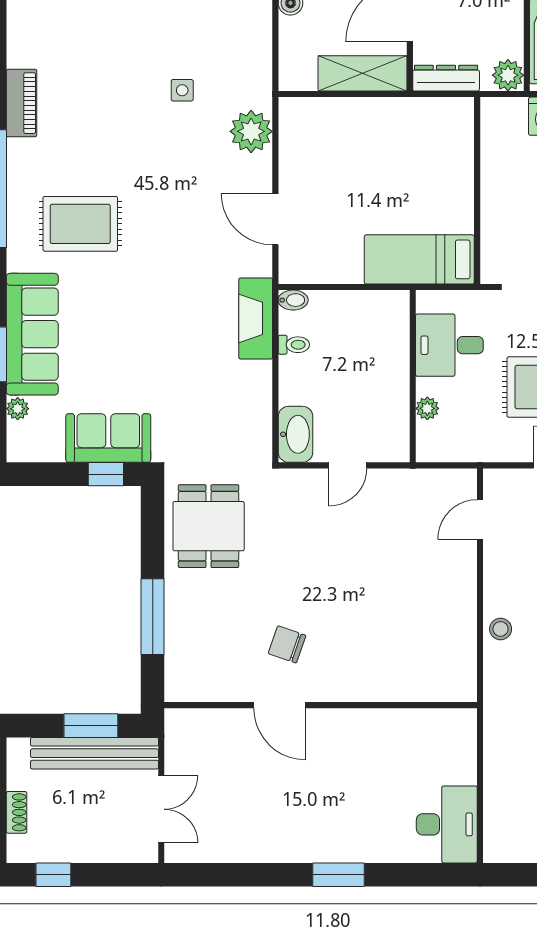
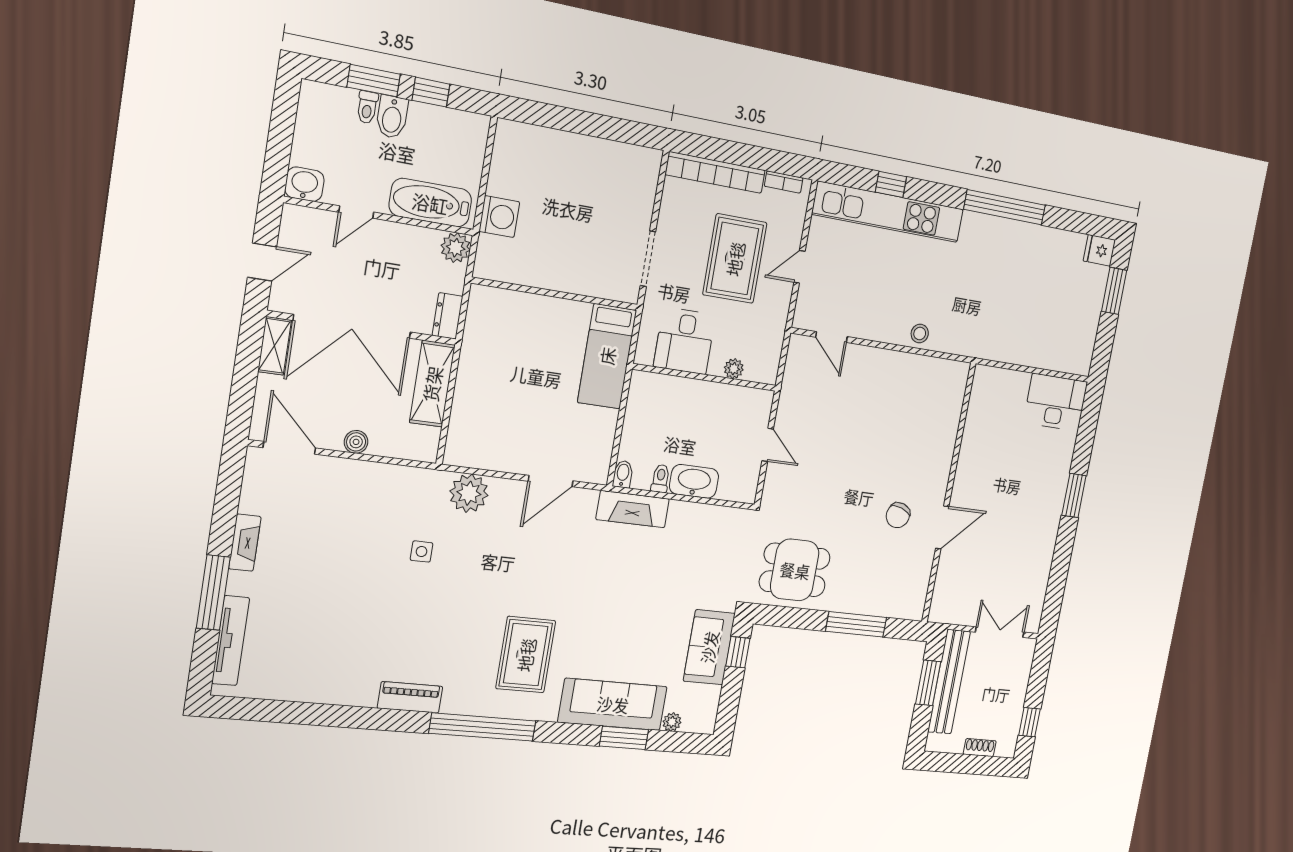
dresser: (446, 78) -> (448, 316), width x0.70
washbasin: (295, 434) -> (694, 481), moved

